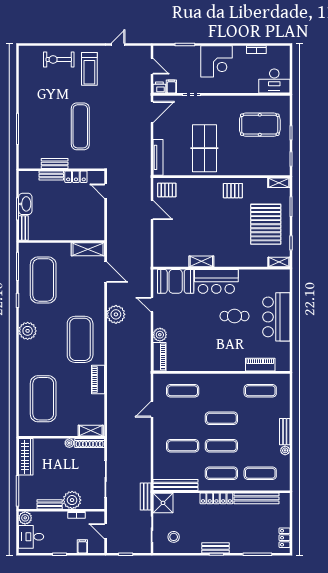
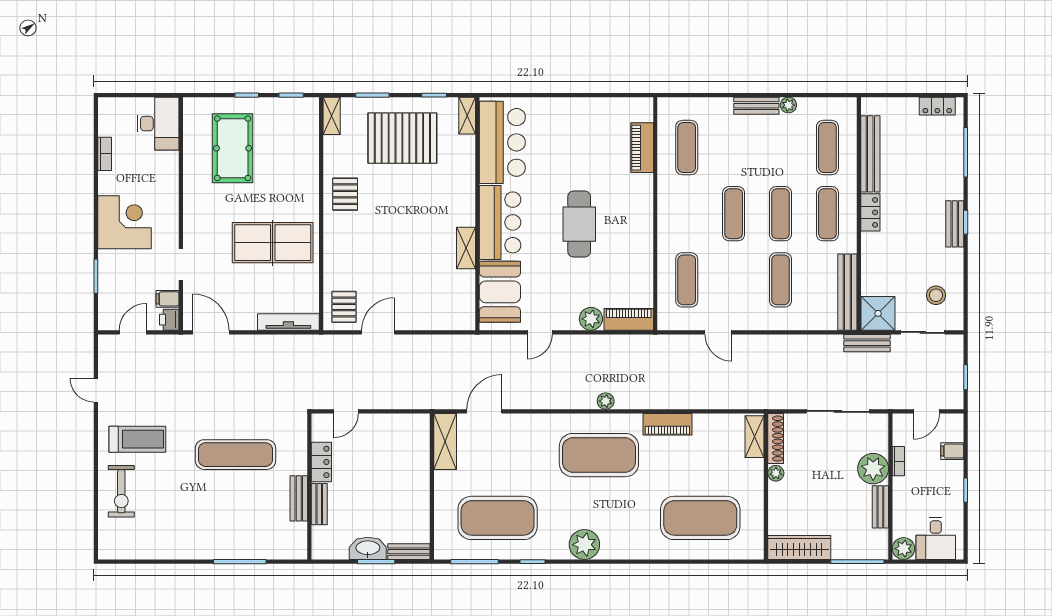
plant: (116, 314) -> (606, 401), moved, width x0.53, depth x0.53
cafe table: (235, 316) -> (579, 224), moved, width x1.37, depth x1.35
bar counter: (276, 317) -> (502, 142), moved, turned -90
locker: (216, 498) -> (870, 212), width x0.66

